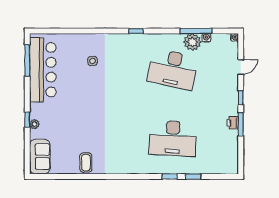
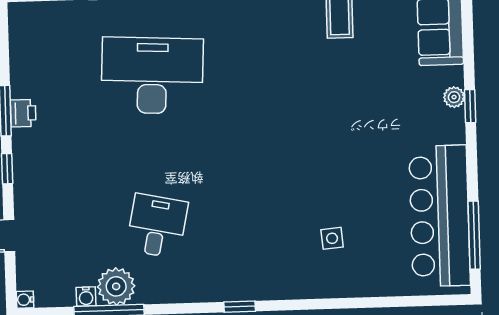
desk: (173, 69) -> (157, 226), width x0.53, depth x0.77

